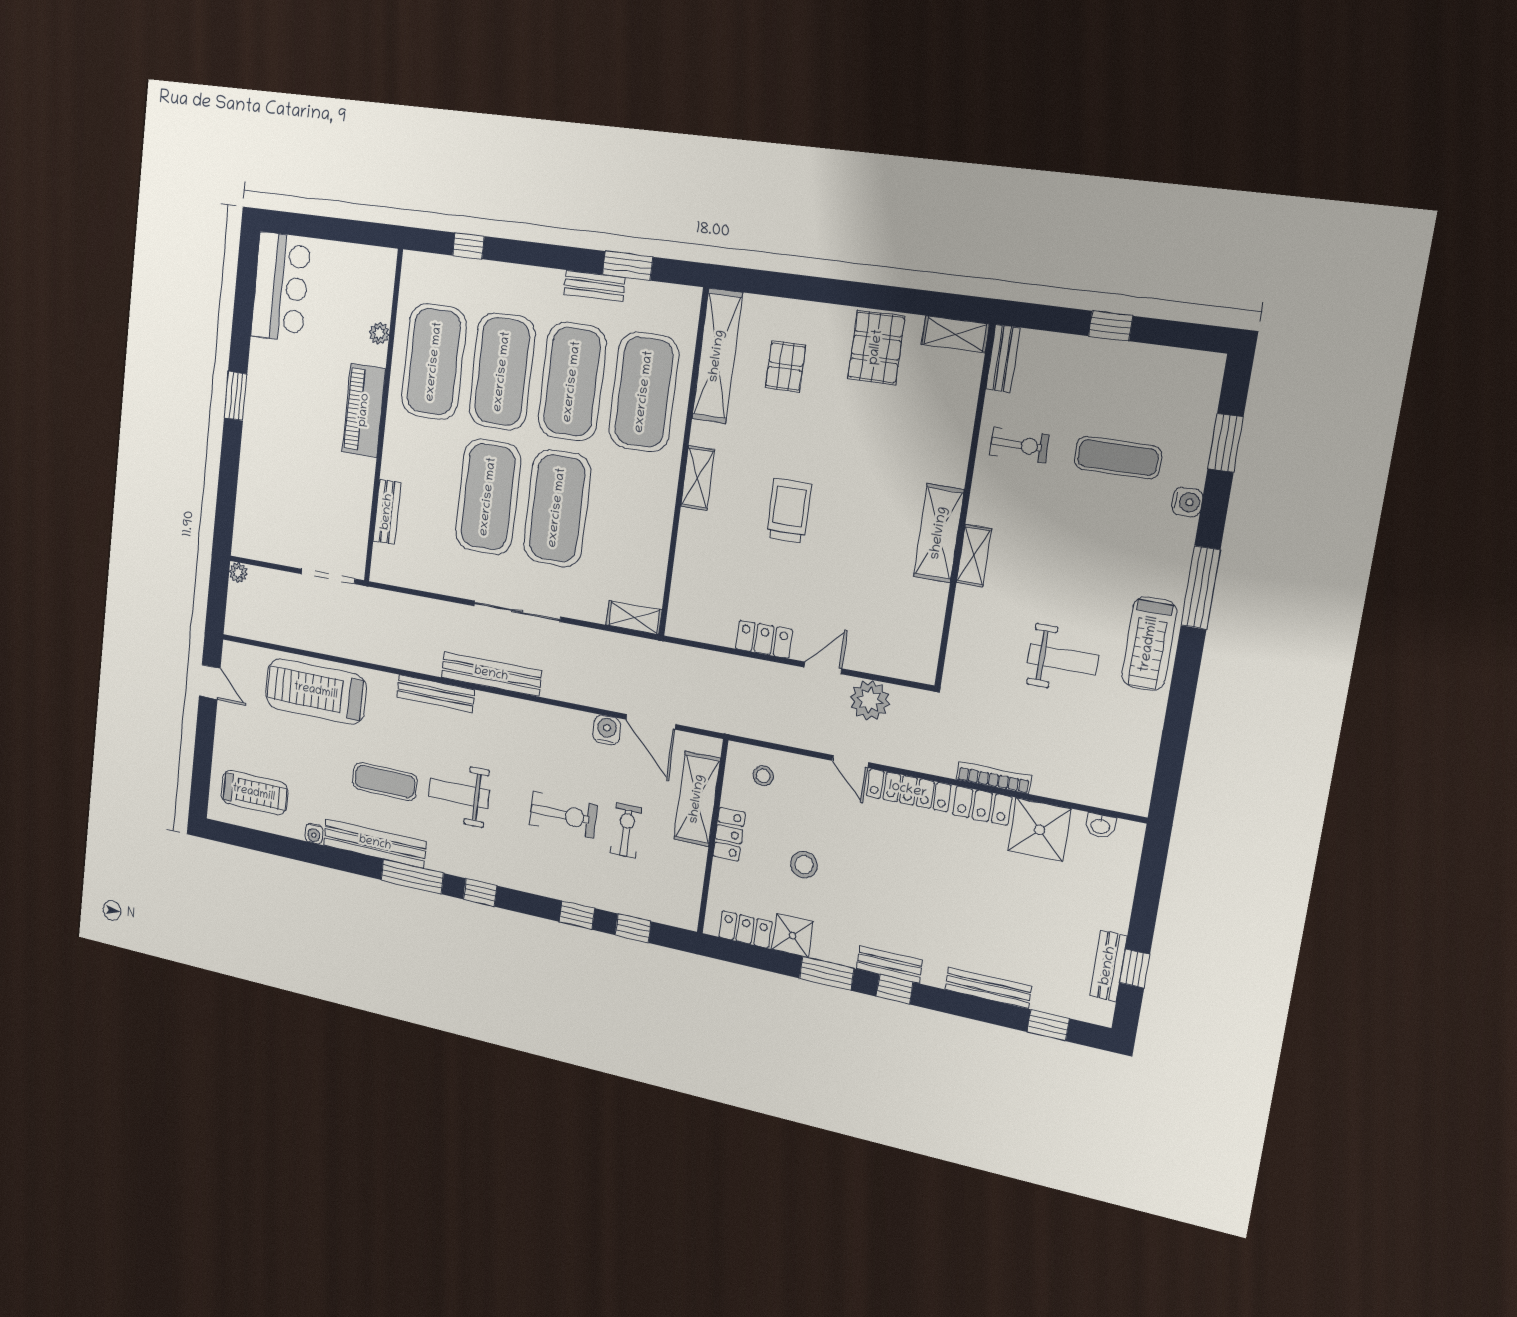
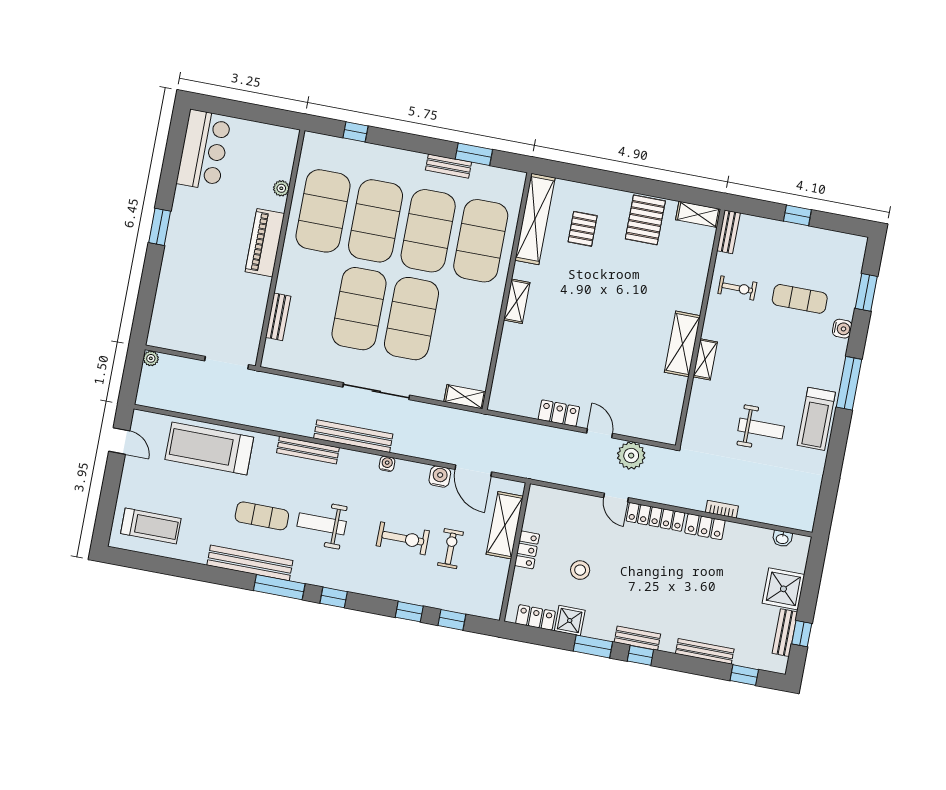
trolley: (789, 511) -> (581, 326), removed
door: (823, 668) -> (600, 433), hinge flipped
stool: (763, 776) -> (554, 508), removed
bookcase: (994, 778) -> (722, 509), width x0.64
shower: (1039, 830) -> (783, 589), moved
water cooler: (314, 834) -> (387, 464), moved, turned 180

